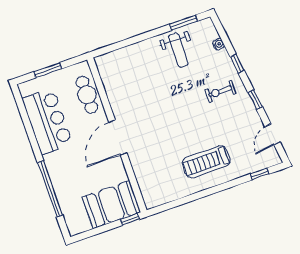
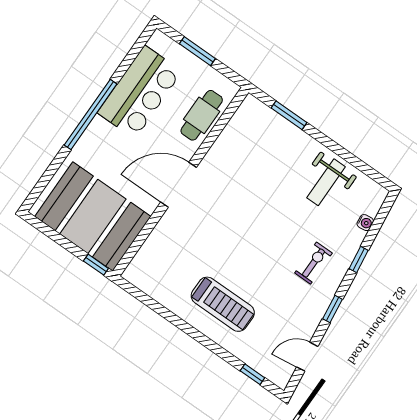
window: (184, 23) -> (289, 115), moved
exercise bike: (220, 91) -> (314, 263), turned 90
treadmill: (206, 162) -> (223, 304), turned 180
window: (50, 189) -> (91, 115), moved
booth: (111, 205) -> (93, 216), width x1.36, depth x1.42

